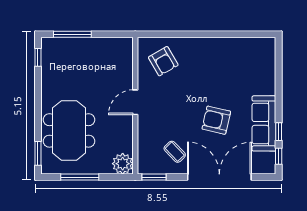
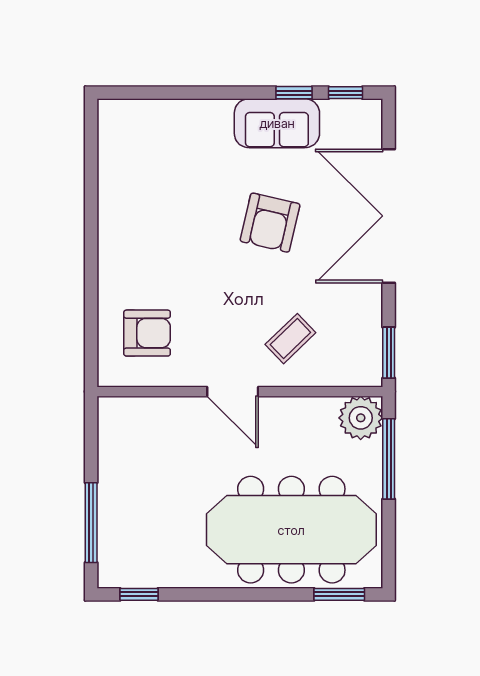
armchair: (163, 61) -> (147, 333), turned 30
sofa: (264, 123) -> (277, 123), width x0.73
meeting table: (69, 130) -> (291, 530), width x1.36
coffee table: (175, 152) -> (290, 339), moved
window: (80, 177) -> (389, 459), moved

